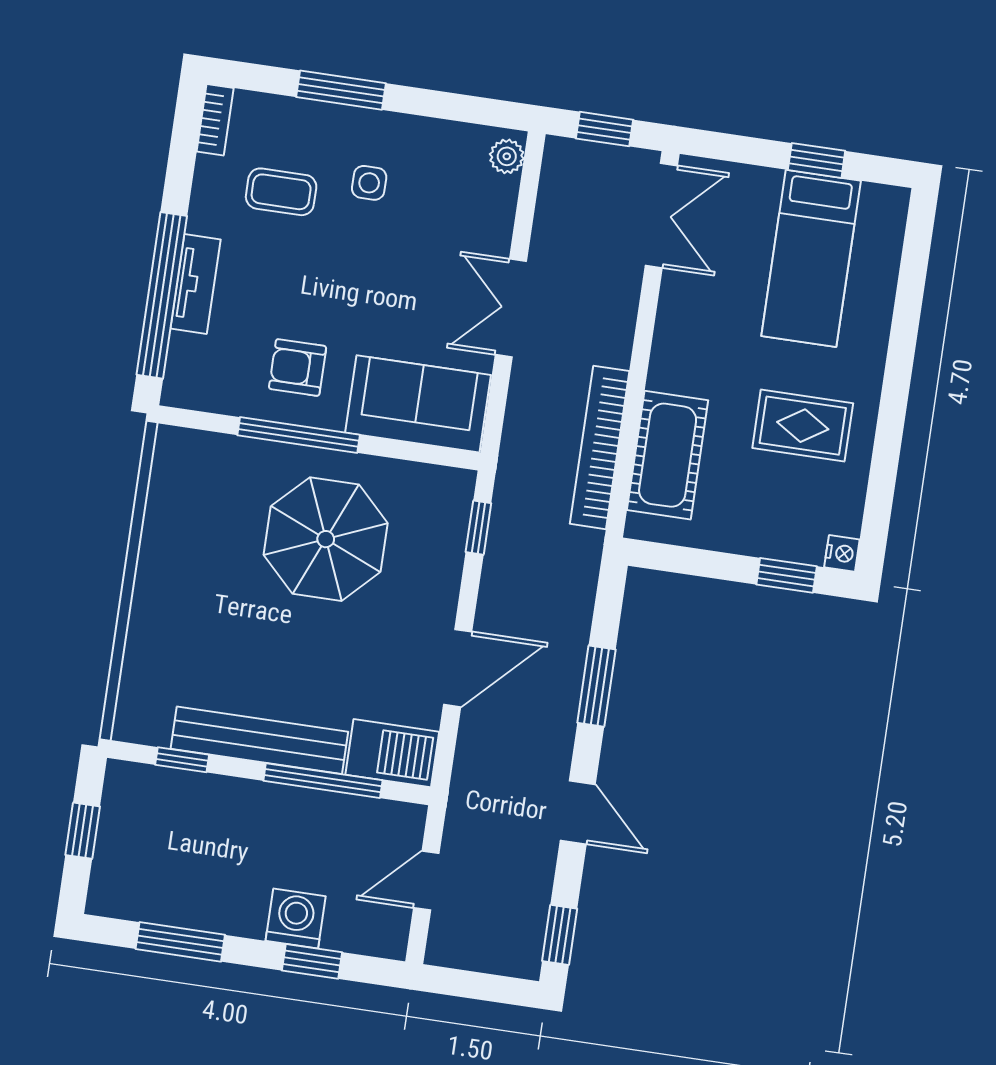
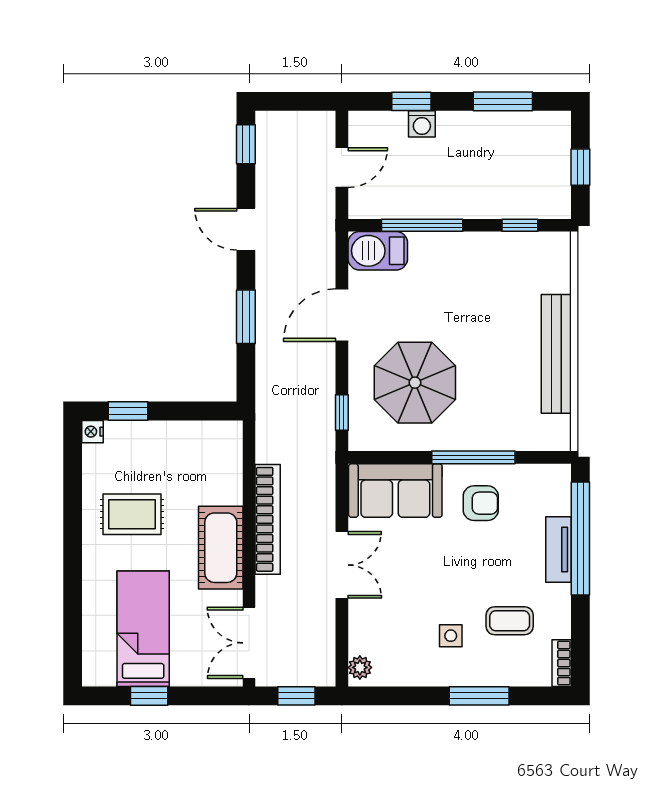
bookcase: (600, 447) -> (268, 519), moved
cot: (668, 455) -> (221, 548), moved
parasol: (326, 539) -> (415, 383), moved
bench: (259, 740) -> (556, 354), moved, turned 90
washing machine: (296, 918) -> (422, 124), width x0.73, depth x0.73

